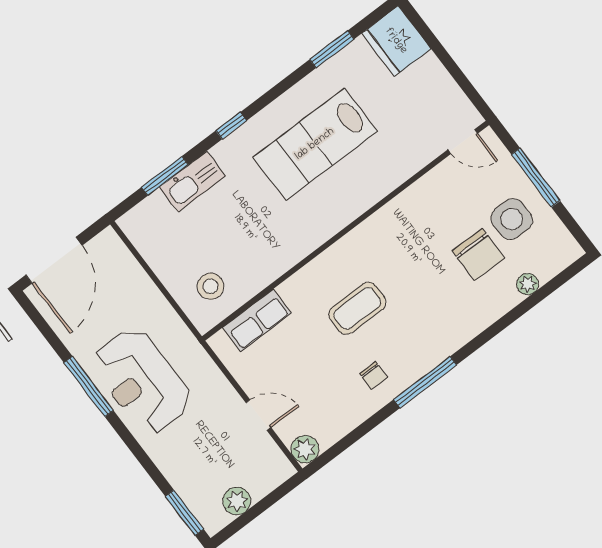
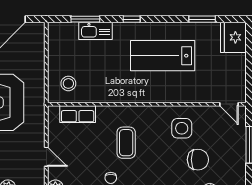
side table: (512, 219) -> (182, 128), moved
chair: (479, 255) -> (198, 160), turned -90
coffee table: (357, 308) -> (126, 143), turned 90

